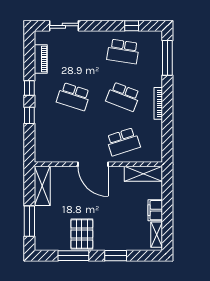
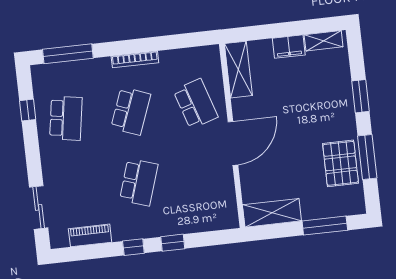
pallet: (82, 234) -> (341, 163), moved, turned 90

